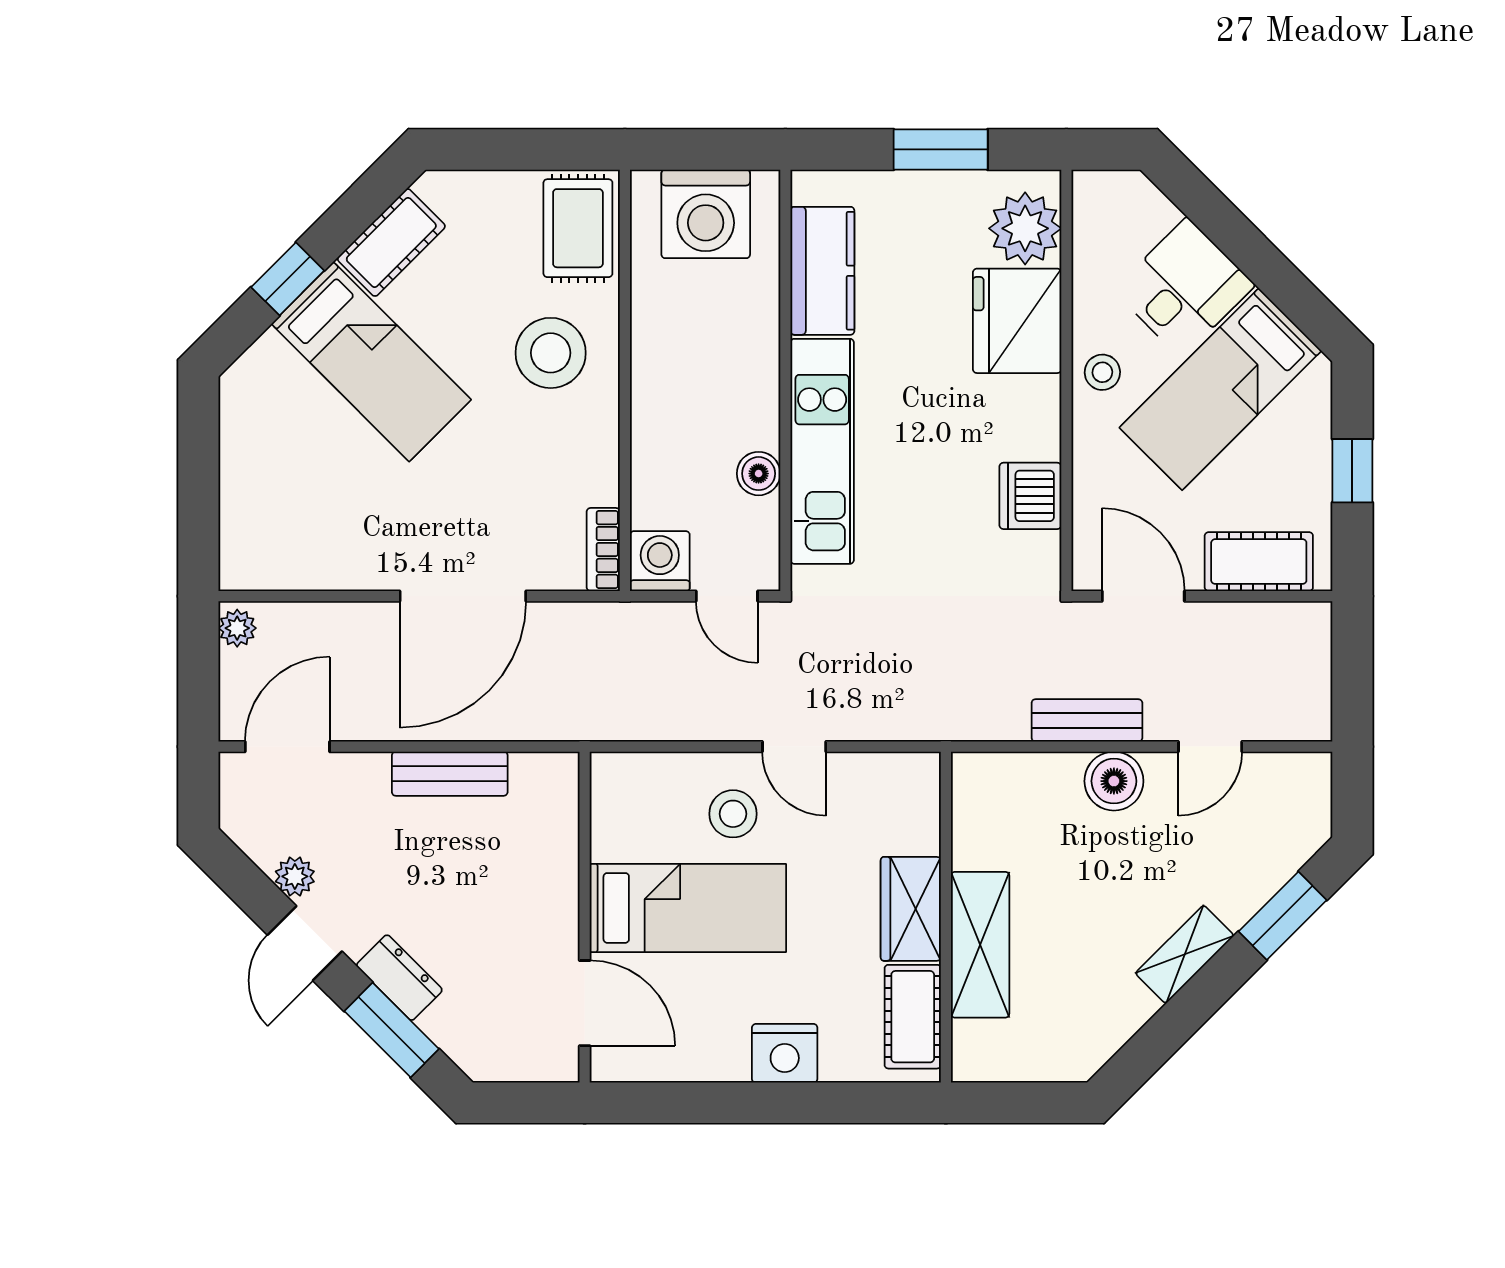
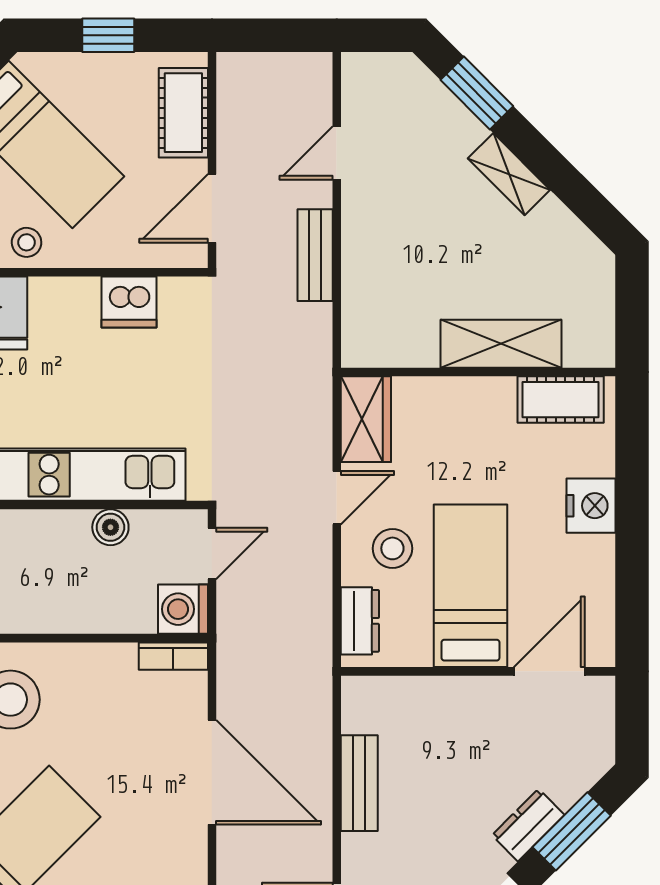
door: (1210, 747) -> (337, 153), swing flipped
dresser: (646, 774) -> (360, 621), added
boiler: (1114, 781) -> (365, 233), removed
wardrobe: (911, 909) -> (366, 419), moved, turned -90

